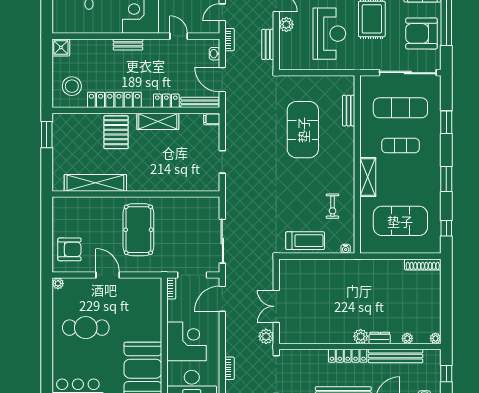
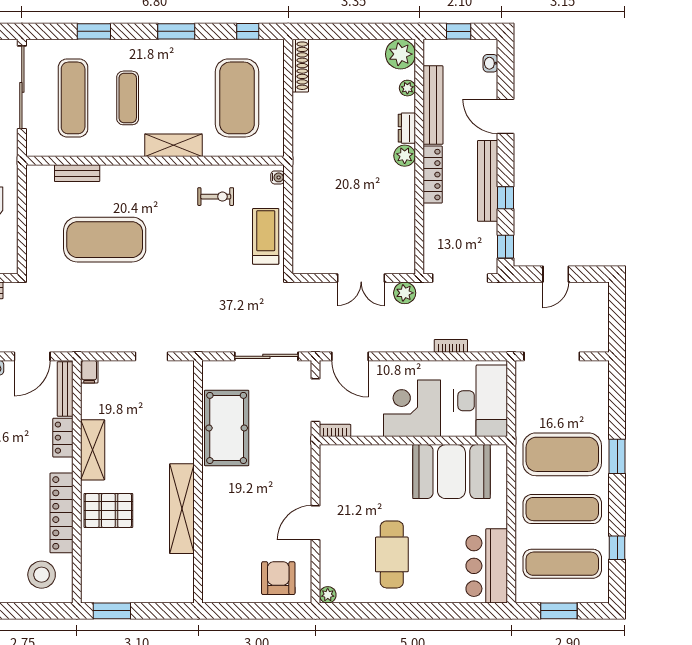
shelving: (95, 183) -> (182, 509), moved
pool table: (138, 230) -> (227, 428), moved, turned 90
plant: (435, 338) -> (400, 54), width x1.87, depth x1.87

